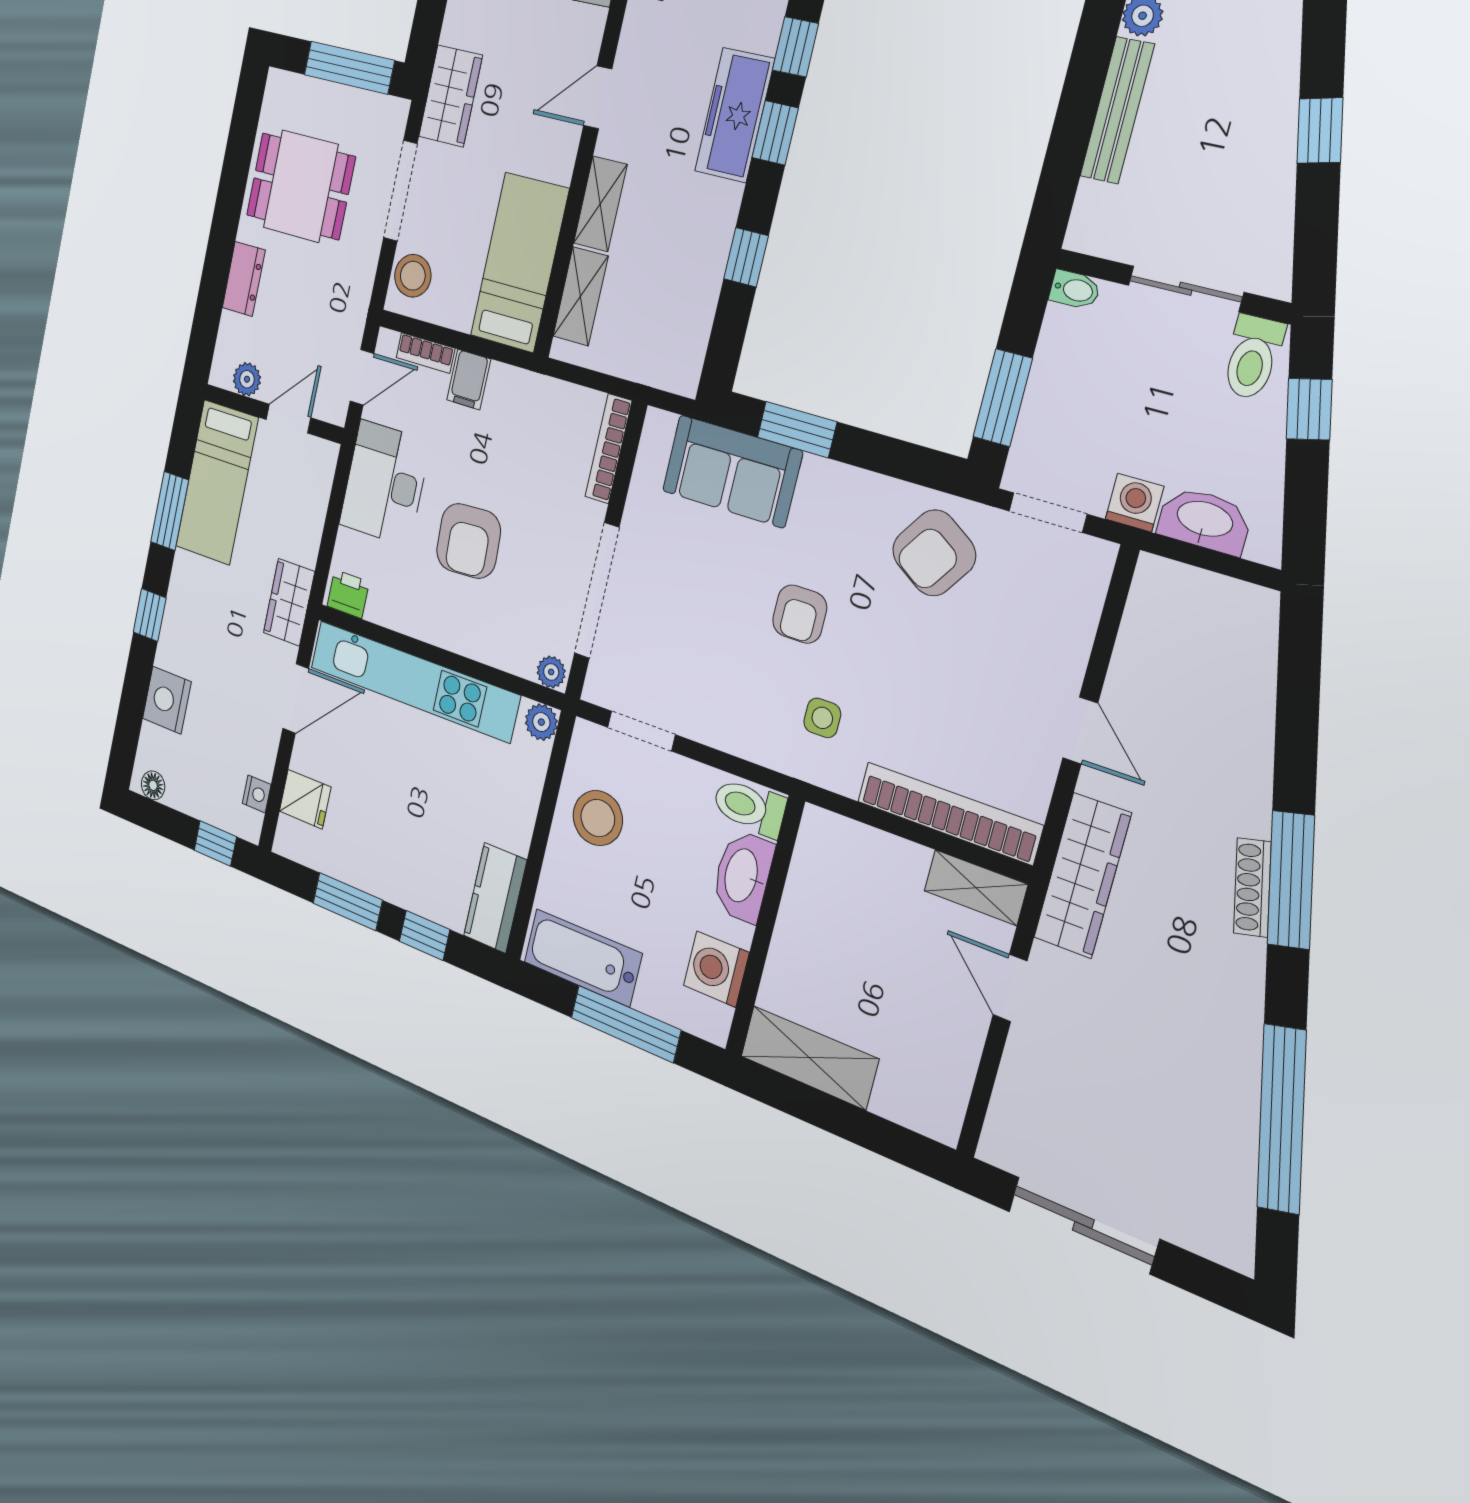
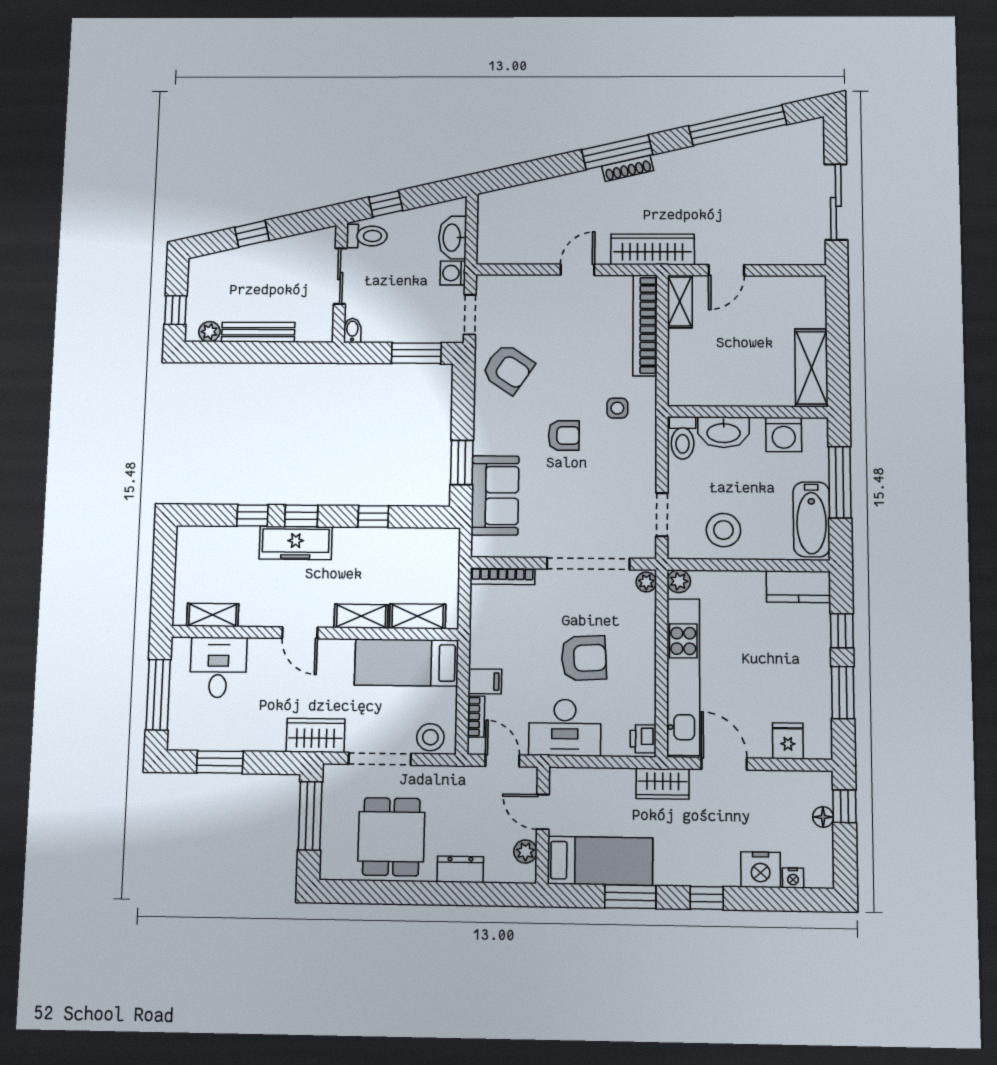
floor lamp: (153, 785) -> (823, 817), moved
nightstand: (257, 794) -> (793, 878), moved, turned 180

